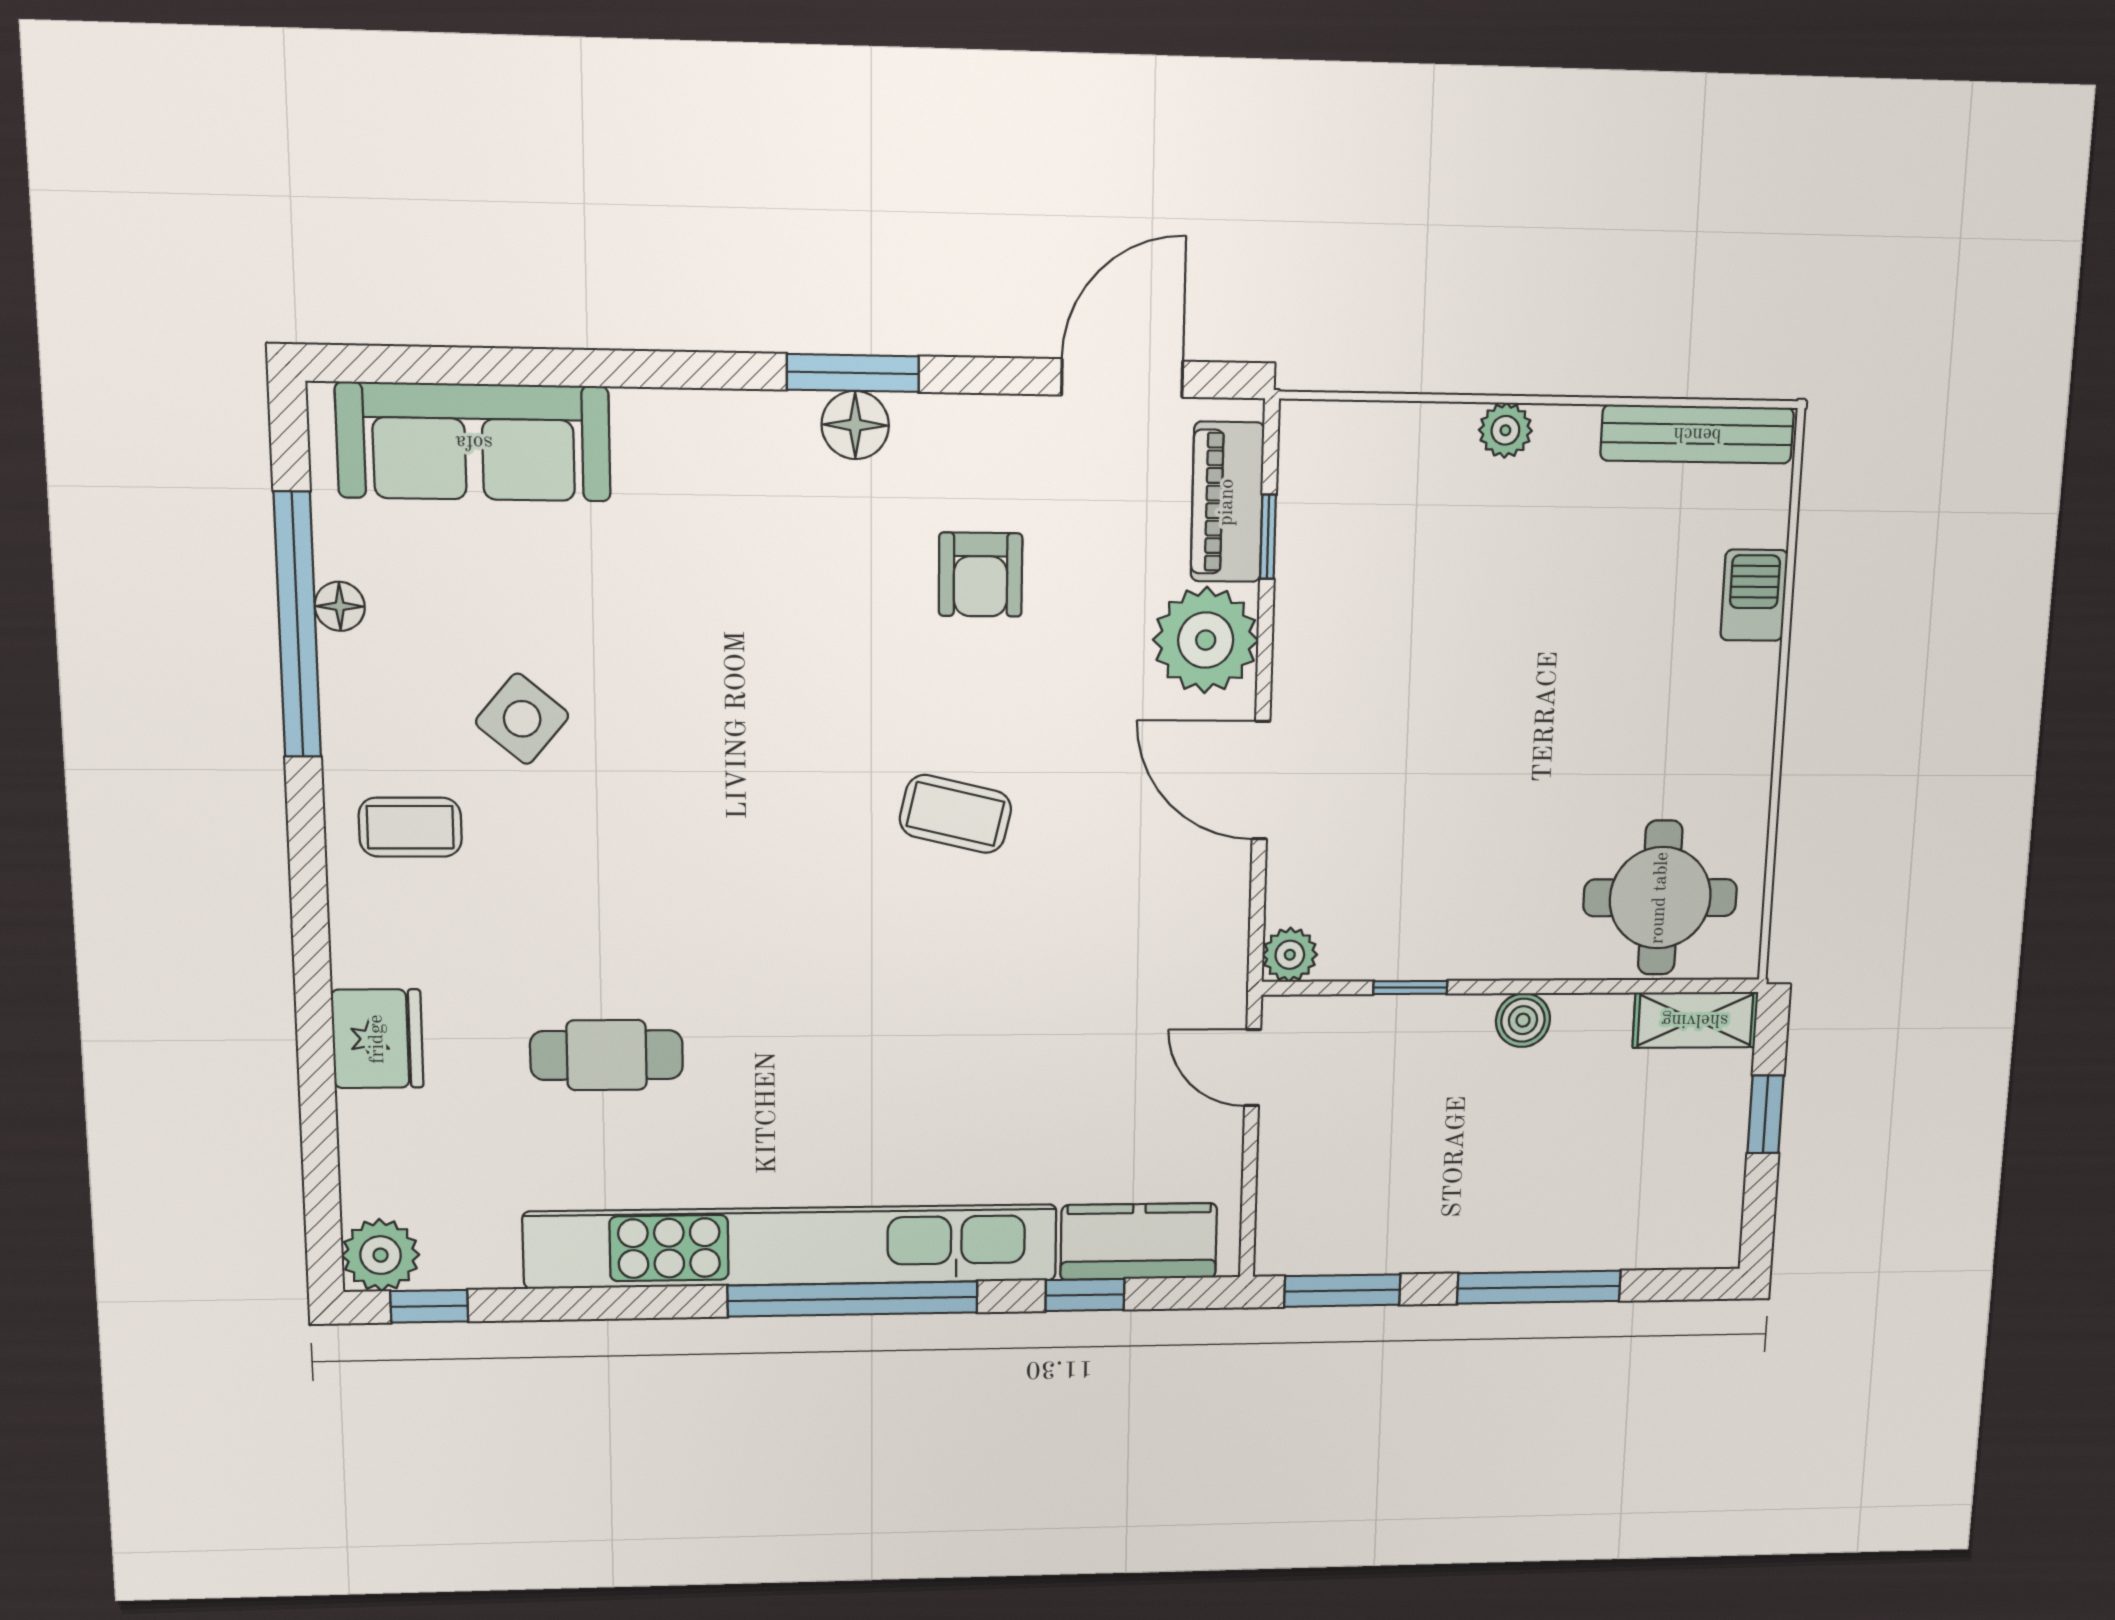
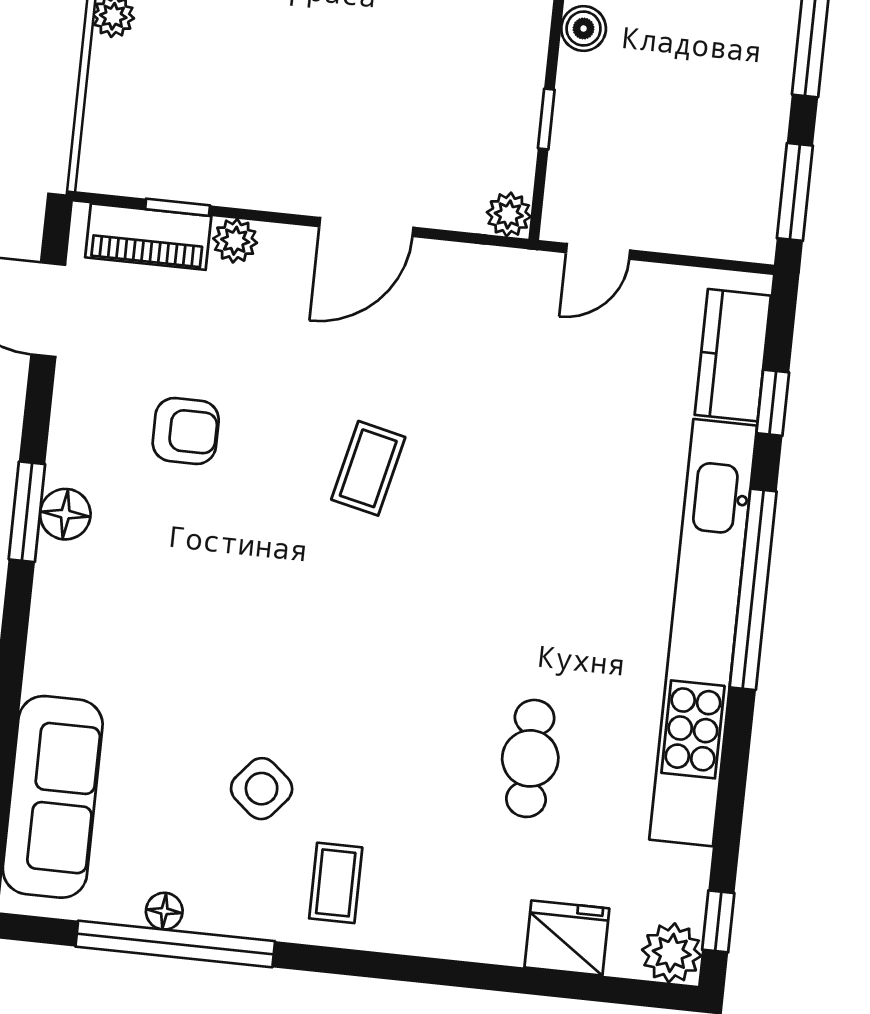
plant: (1206, 640) -> (235, 241), width x0.53, depth x0.53
fridge: (377, 1039) -> (567, 938), moved

